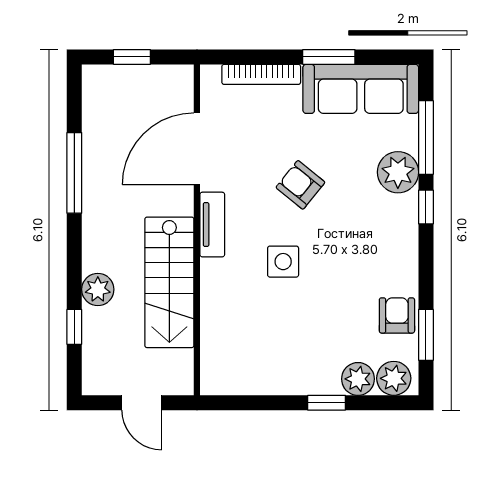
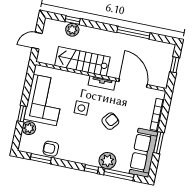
plant: (98, 289) -> (72, 30), moved
armchair: (397, 315) -> (51, 149), turned 180
corner sofa: (282, 354) -> (45, 100), added
plant: (394, 378) -> (26, 142), removed

